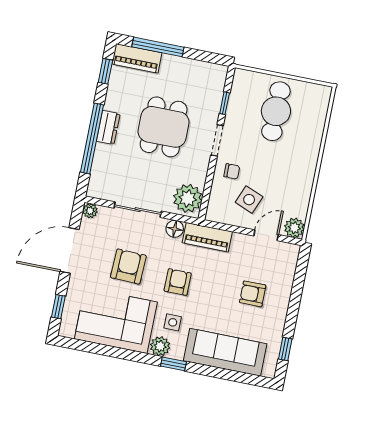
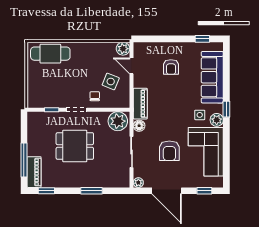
cafe table: (276, 111) -> (50, 54), moved
dresser: (108, 127) -> (82, 182), removed
window: (92, 139) -> (92, 191), width x0.47
armchair: (128, 266) -> (169, 151), turned -92
armchair: (178, 282) -> (173, 117), removed

